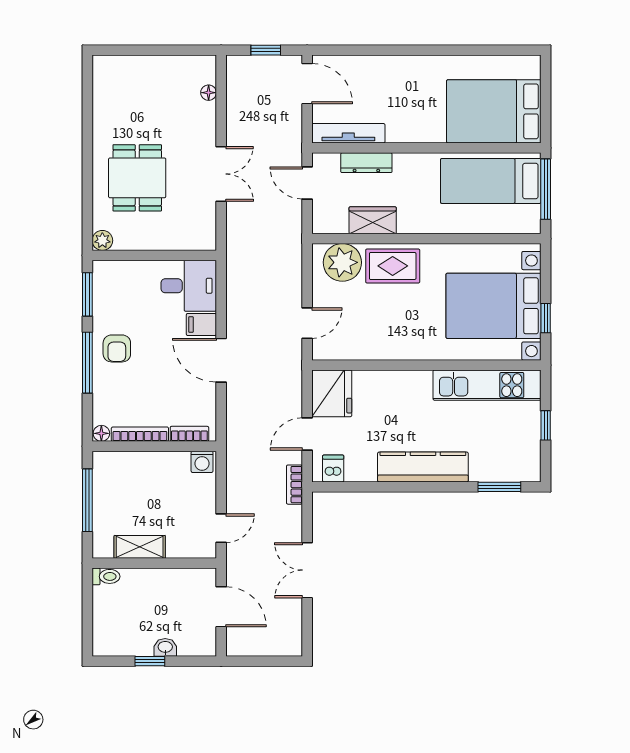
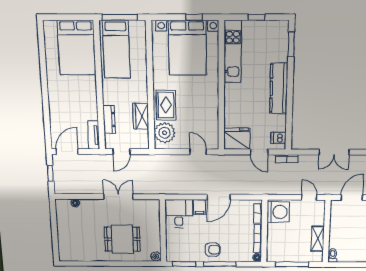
tv unit: (348, 133) -> (93, 135), width x0.71
washing machine: (202, 462) -> (278, 212), width x1.89, depth x1.89

